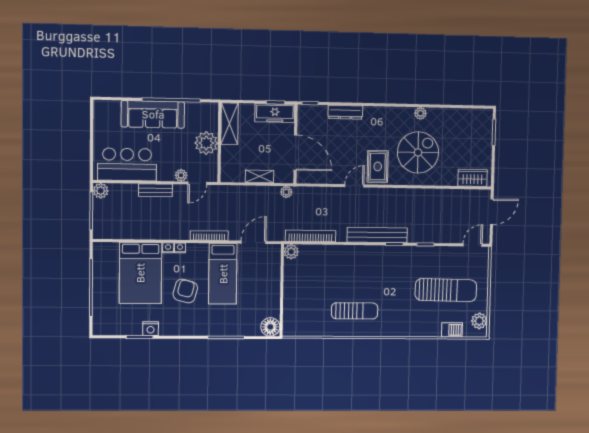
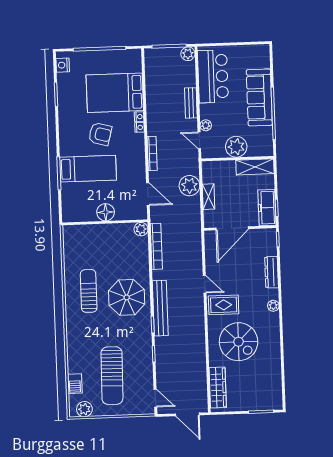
plant: (421, 113) -> (273, 306), moved
wardrobe: (473, 178) -> (218, 387), width x1.50
plant: (286, 192) -> (189, 186), moved, width x1.88, depth x1.88
parasol: (364, 271) -> (127, 297), added
bed: (223, 274) -> (88, 169), moved, turned 180
sun lounger: (355, 311) -> (89, 291), turned 180
floor lamp: (270, 327) -> (106, 212), moved
nightstand: (151, 329) -> (63, 65), moved

